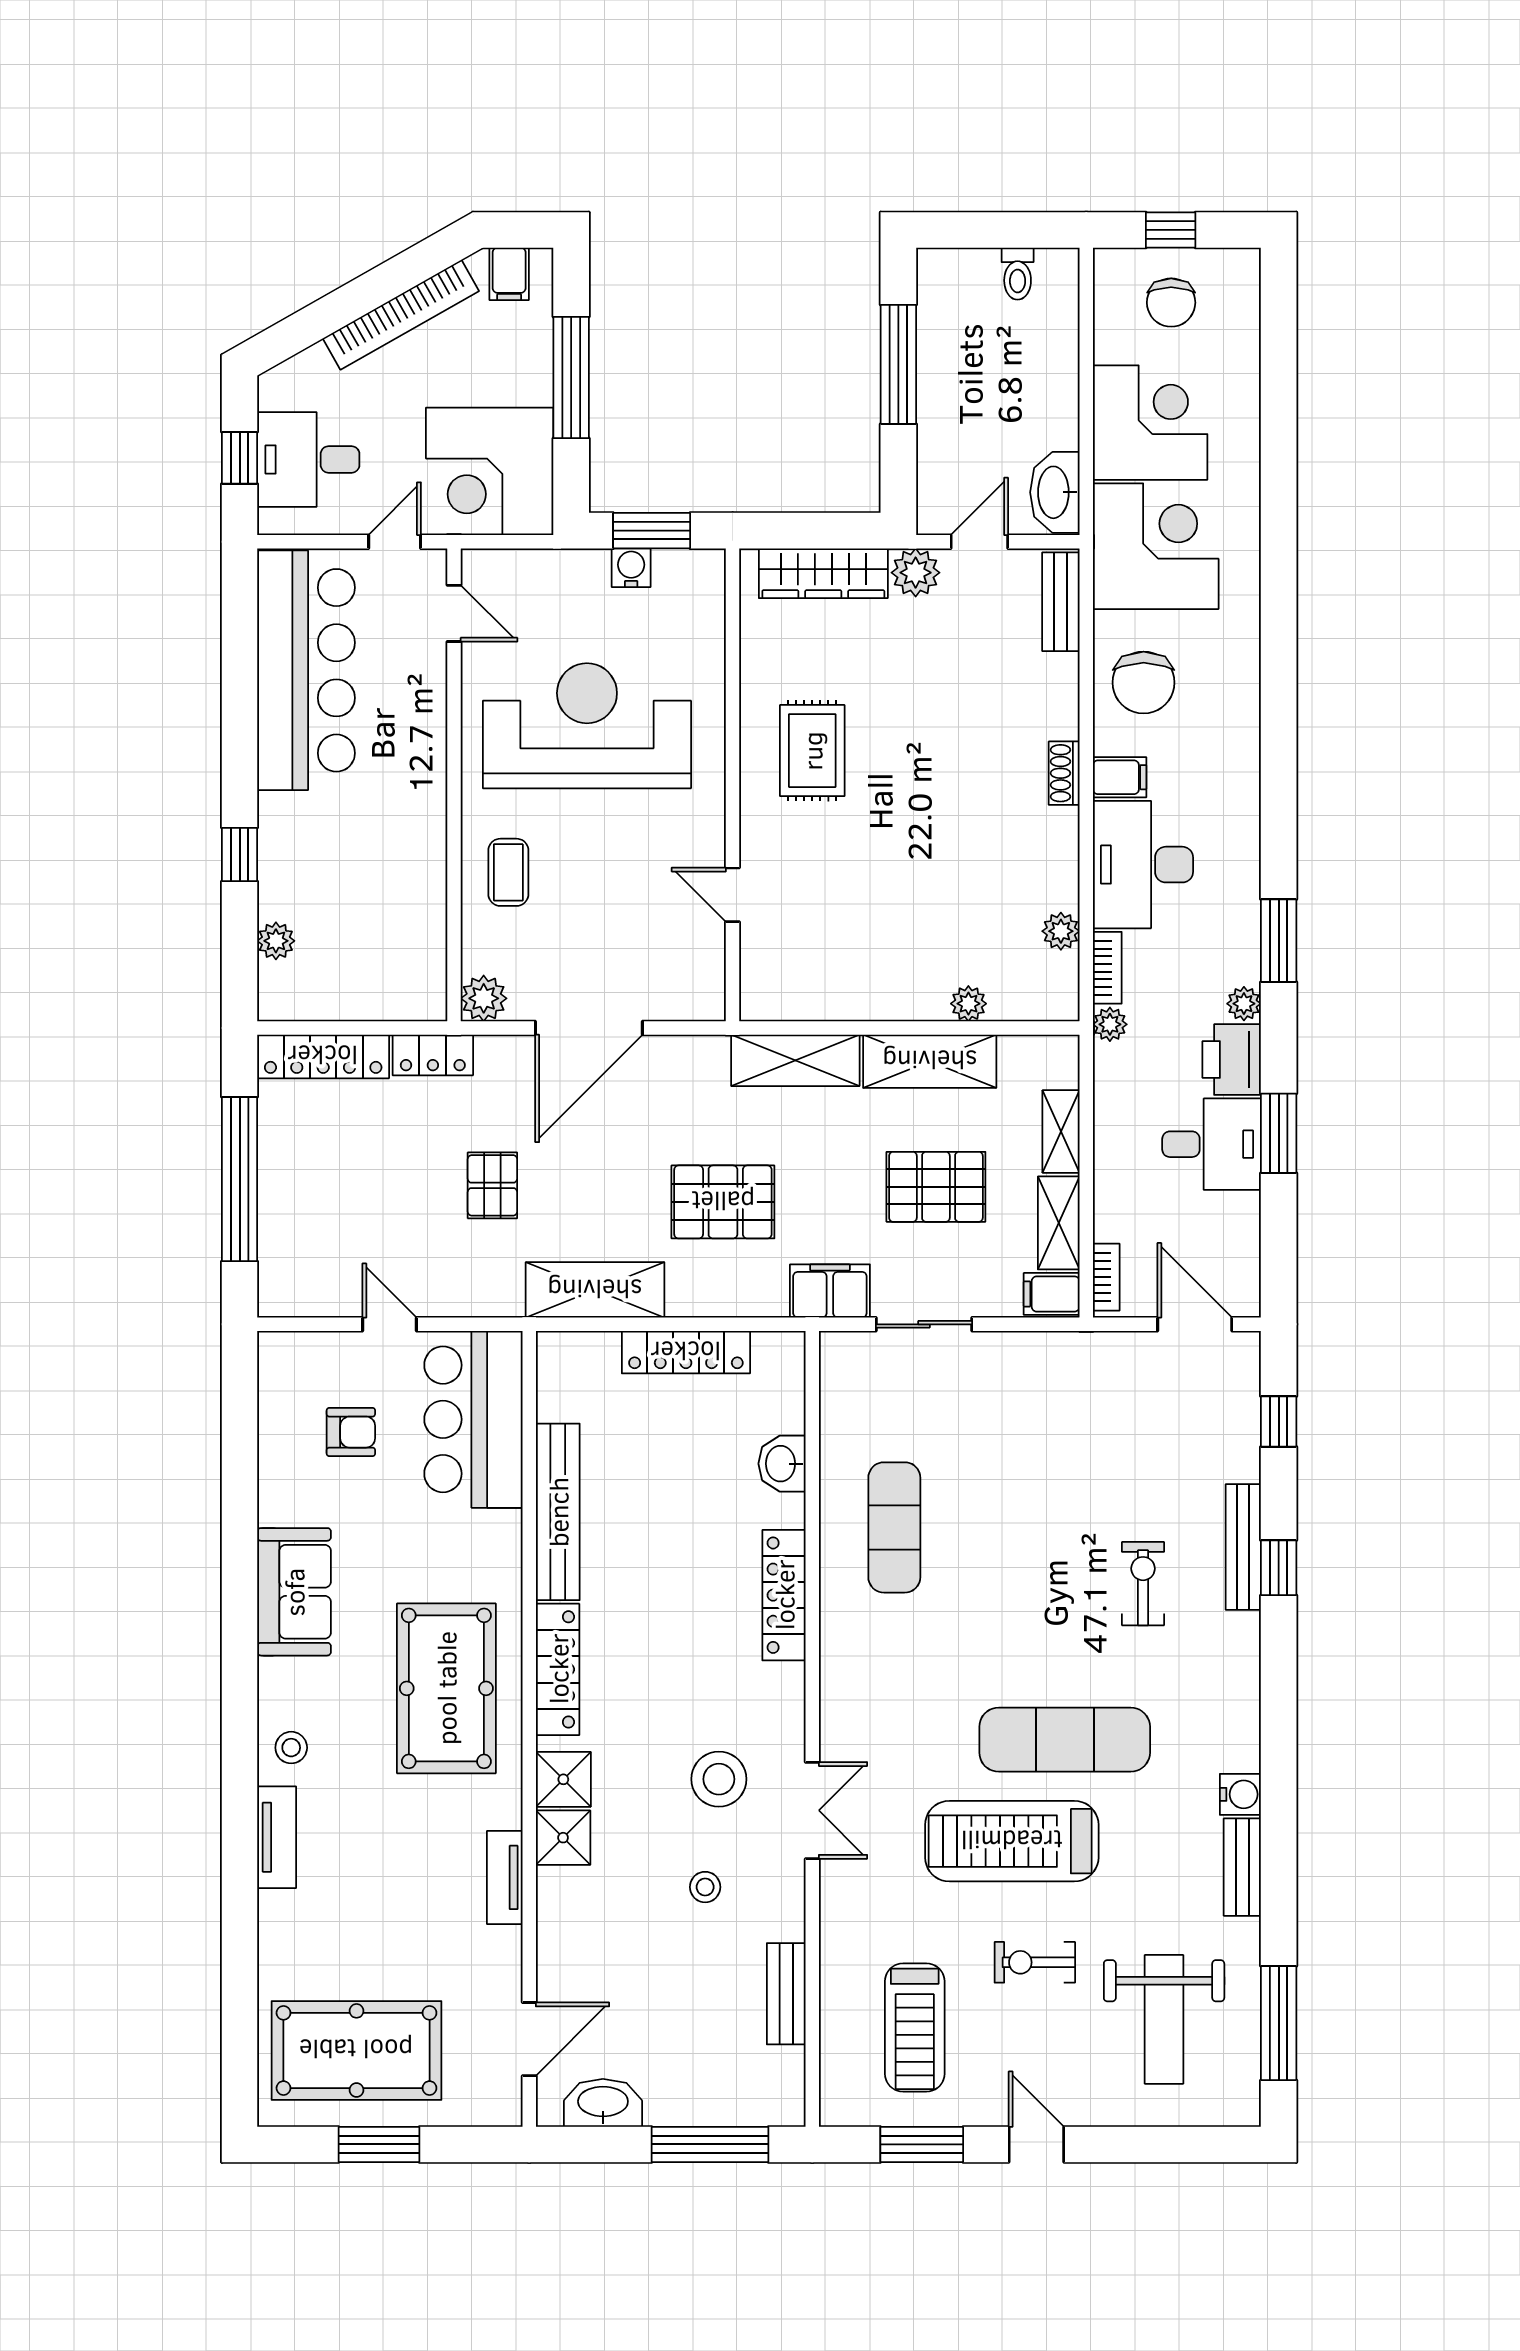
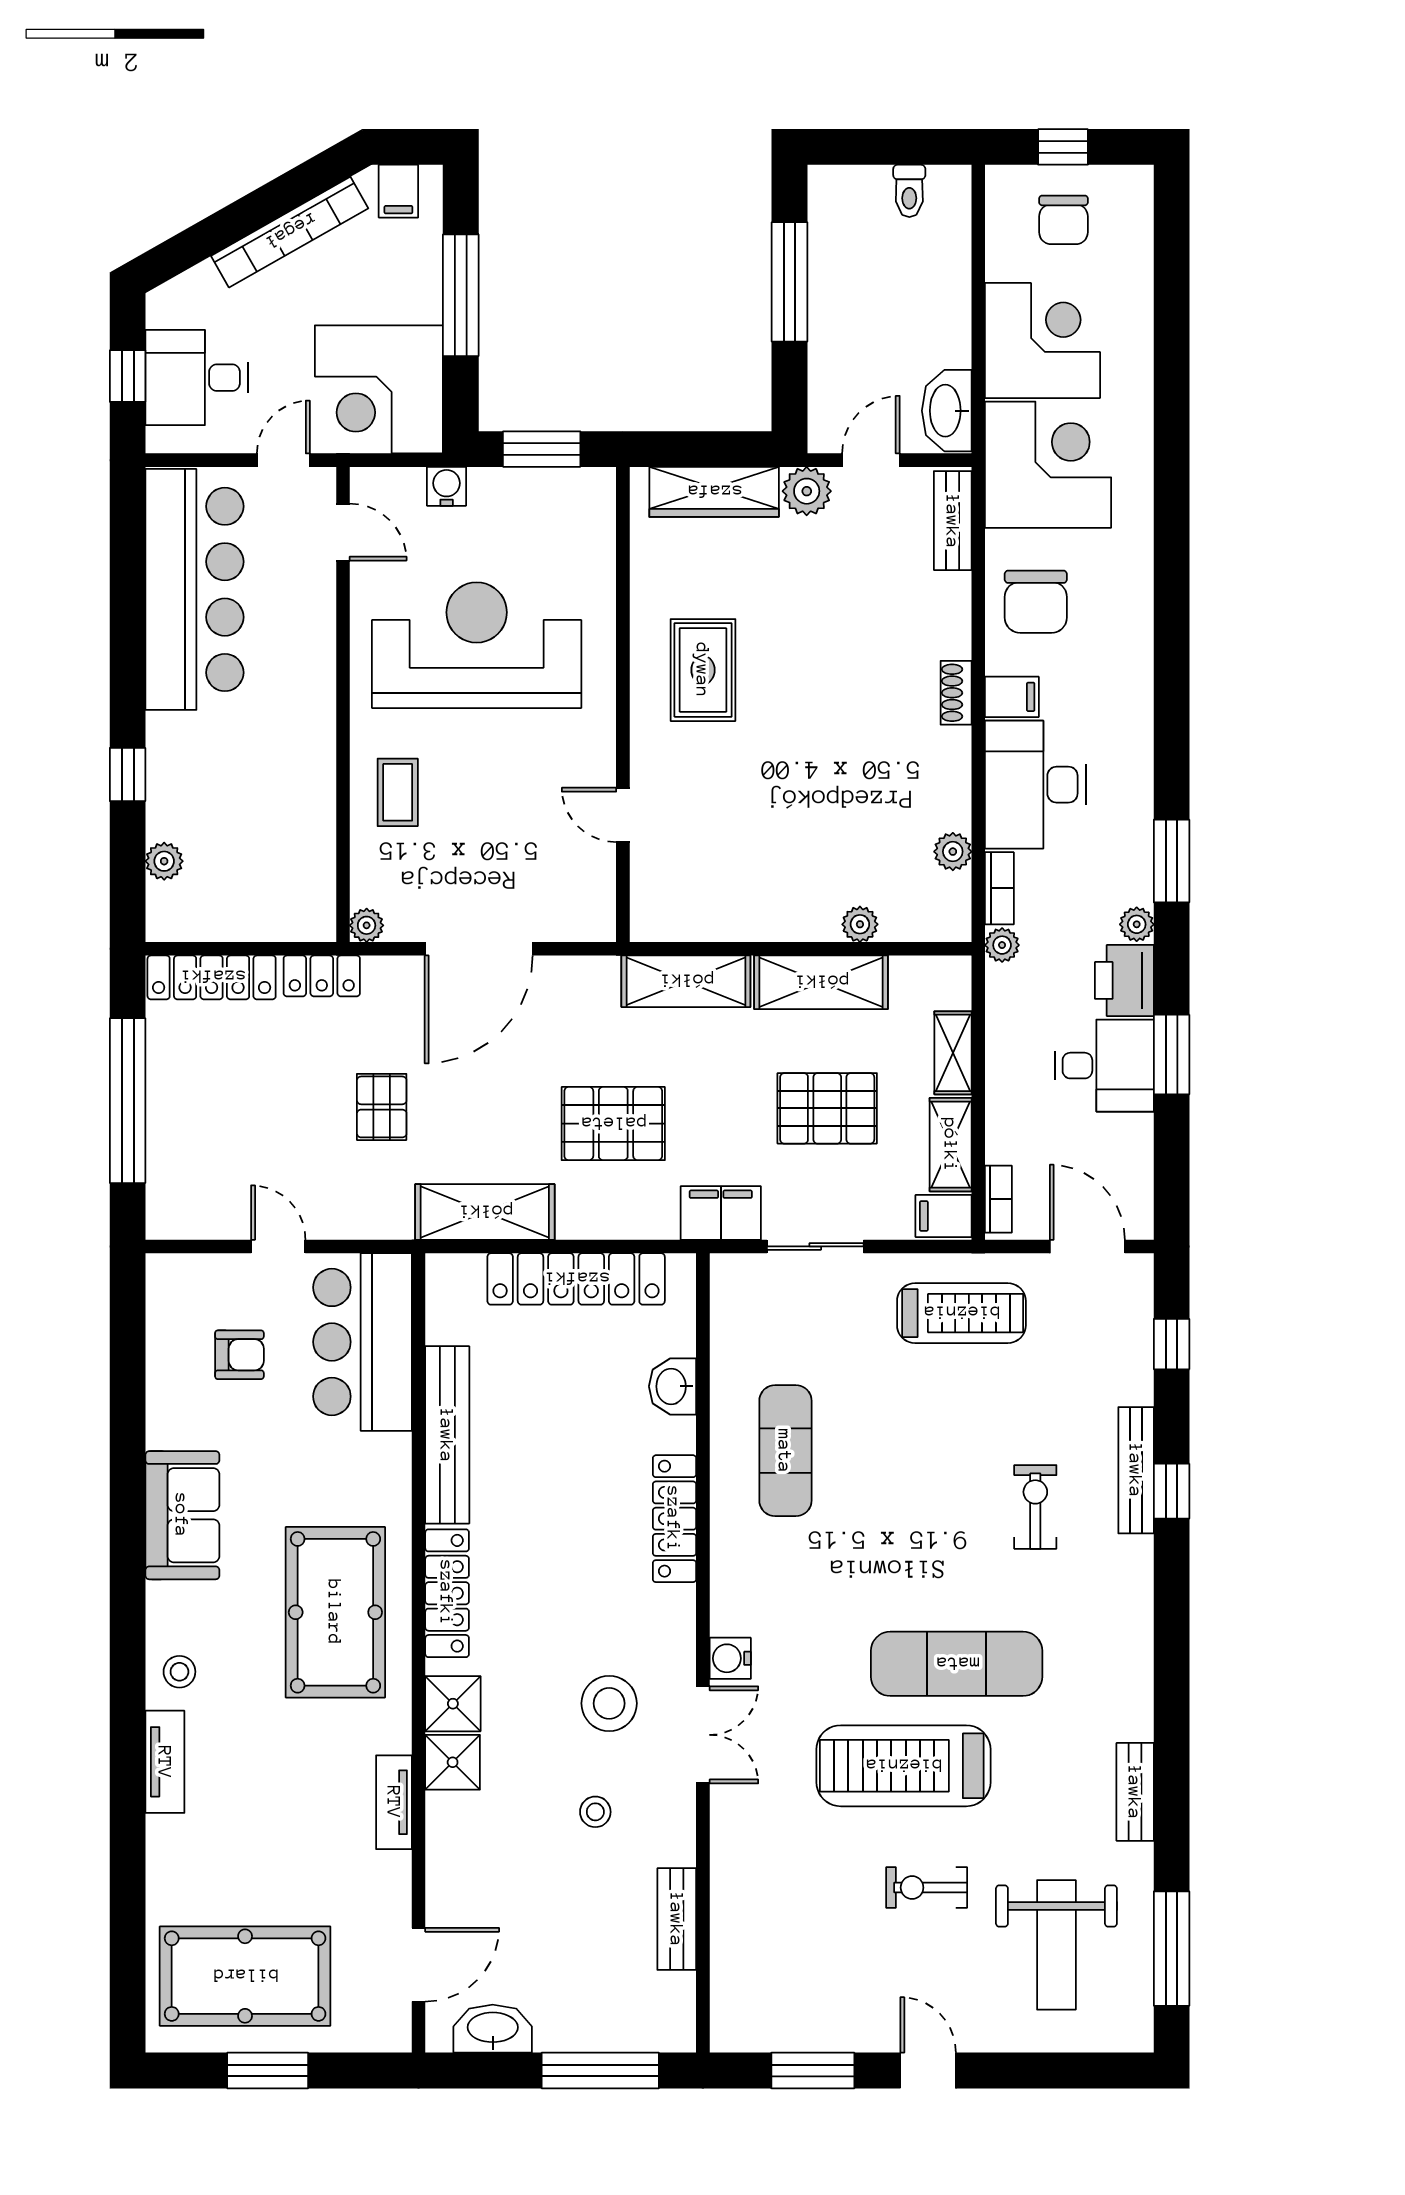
water cooler: (631, 568) -> (447, 486), moved
plant: (484, 998) -> (367, 925), width x0.73, depth x0.73
locker: (686, 1352) -> (576, 1279), width x1.41, depth x1.21
water cooler: (1240, 1794) -> (730, 1658), moved, turned 180
treadmill: (915, 2028) -> (961, 1313), moved, turned -90

